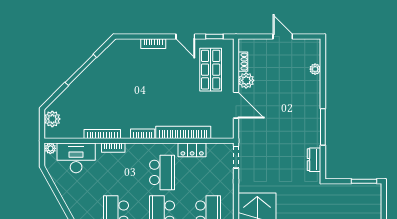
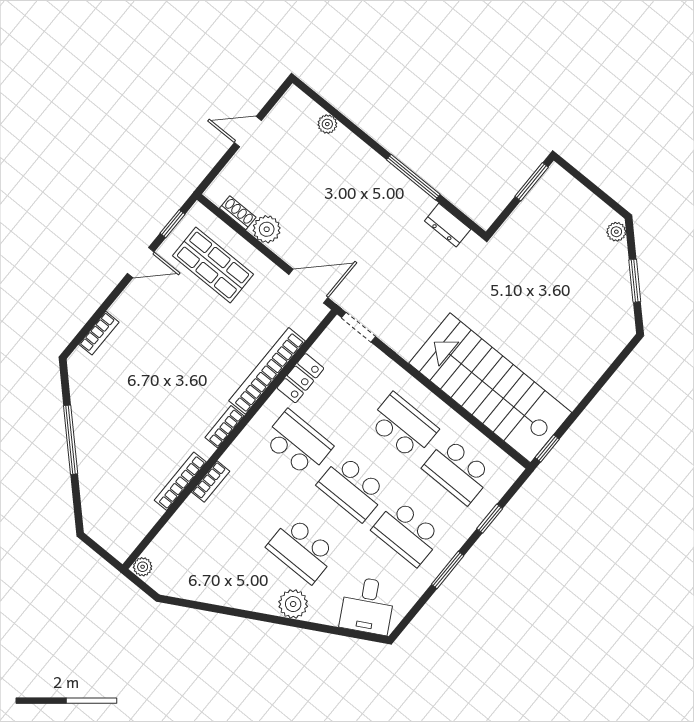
bookcase: (153, 44) -> (99, 333), moved
door: (236, 105) -> (308, 286), moved
plant: (52, 119) -> (105, 532), removed
desk: (76, 158) -> (184, 543), removed

